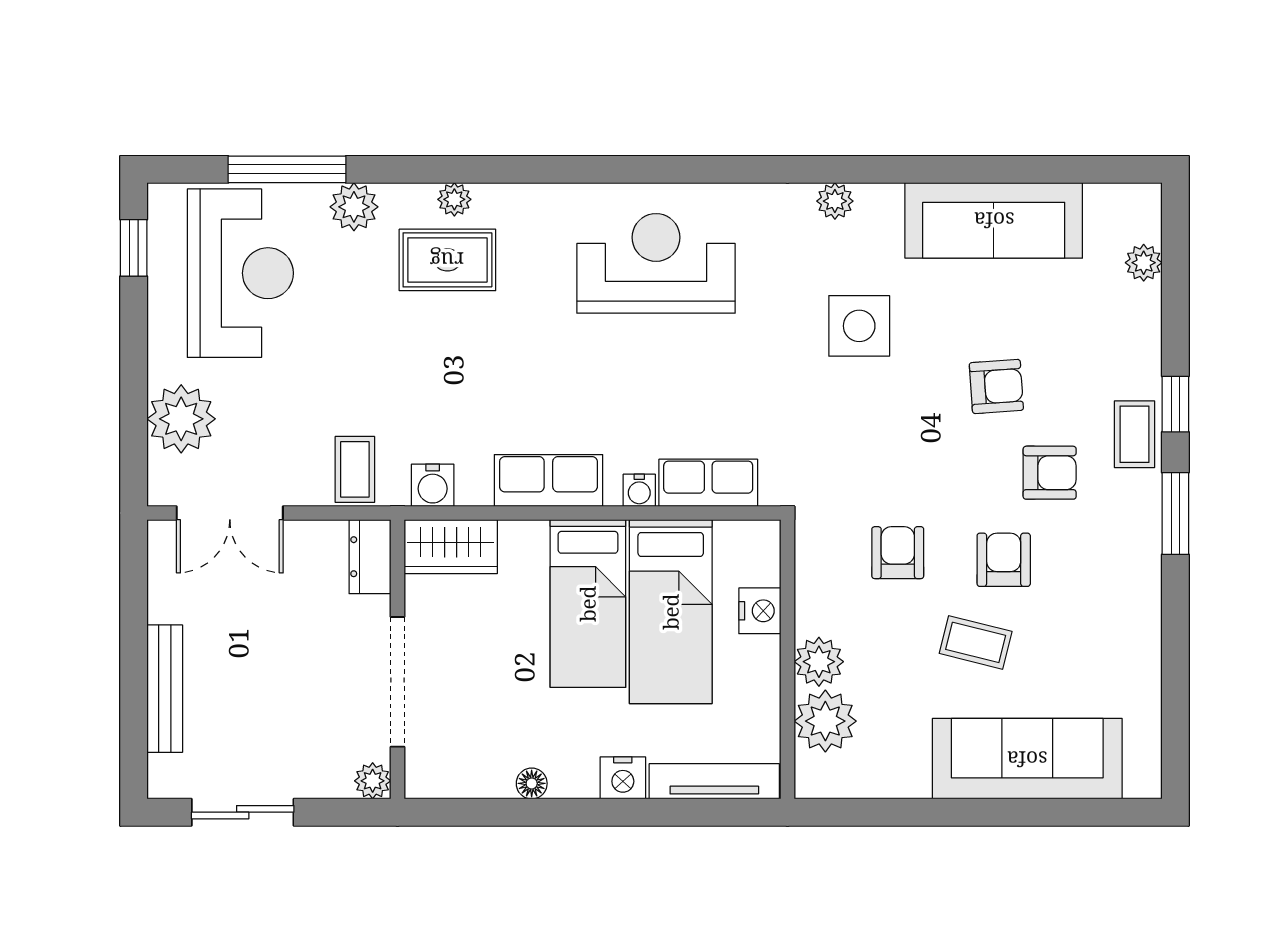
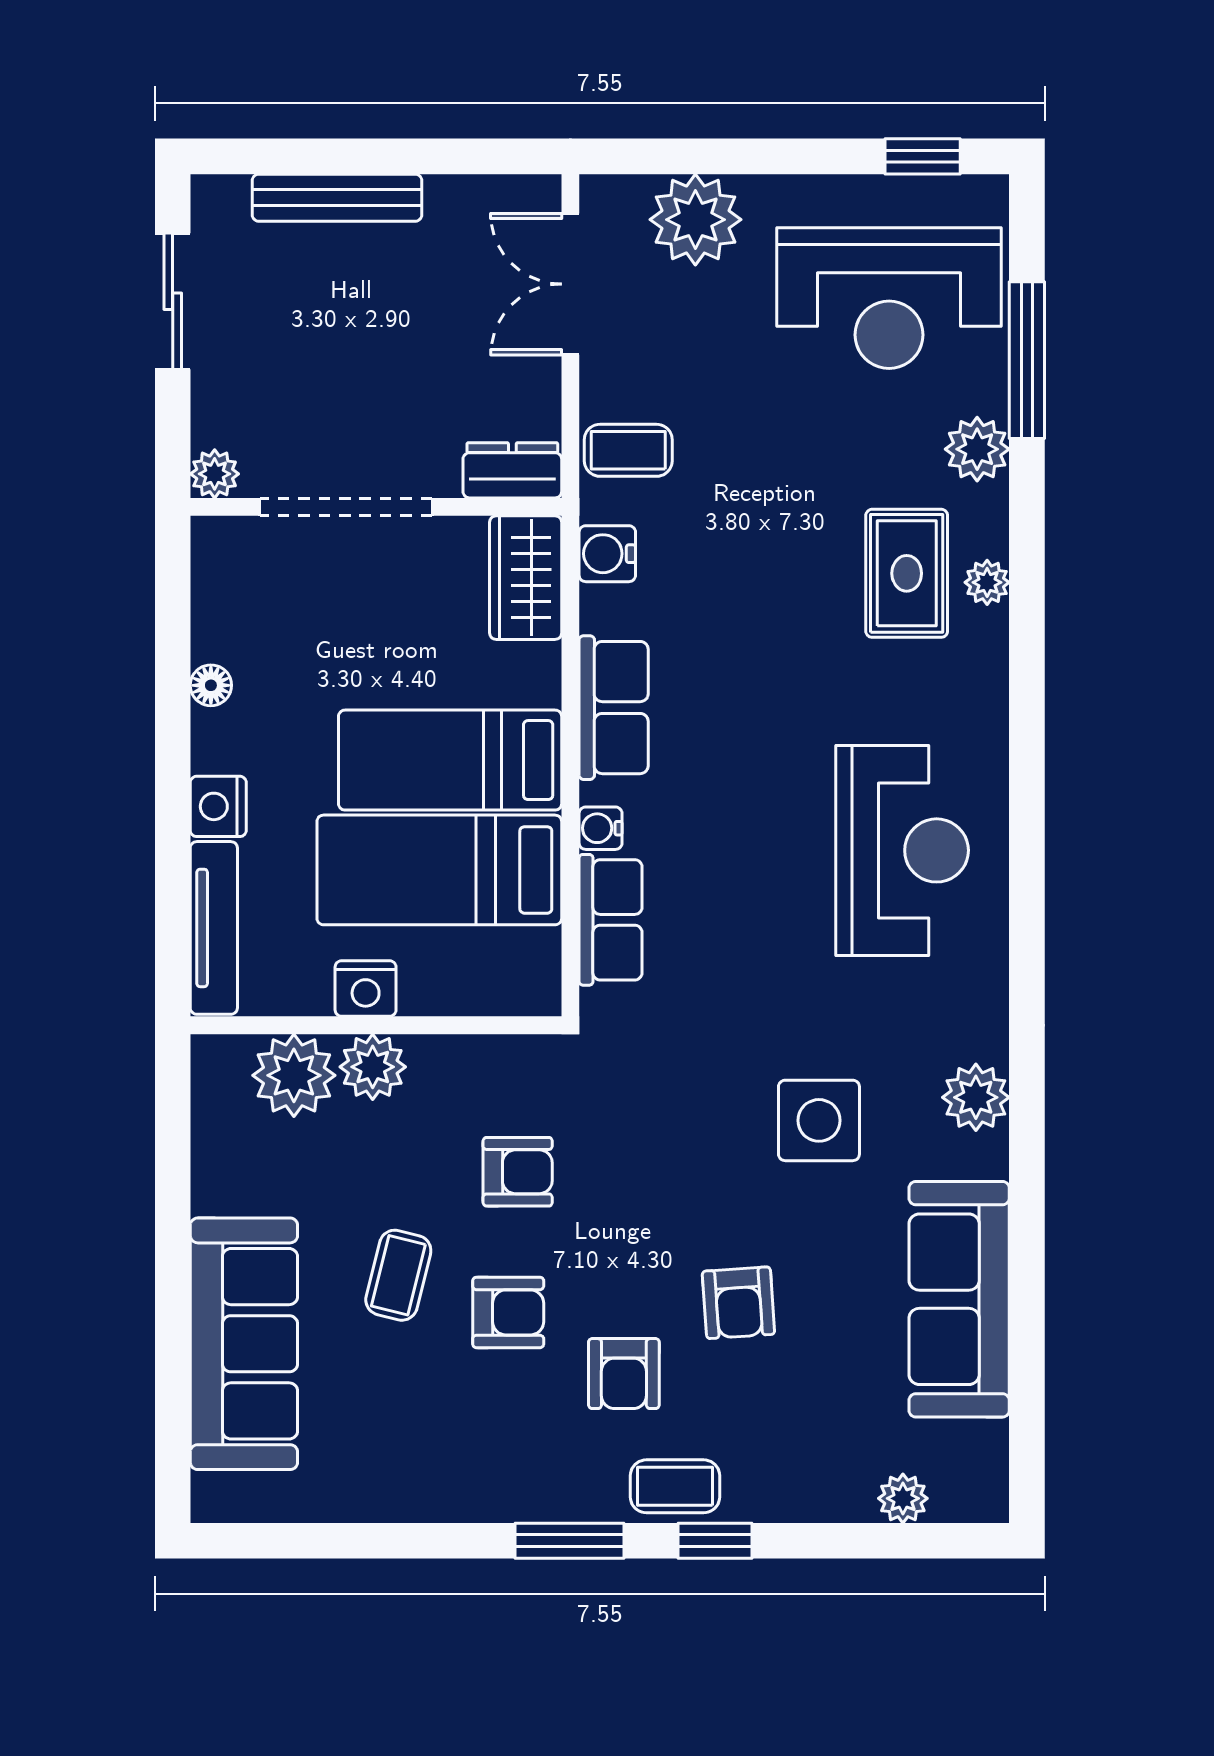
plant: (835, 201) -> (976, 1097), width x1.38, depth x1.38
nightstand: (760, 611) -> (366, 988), moved

